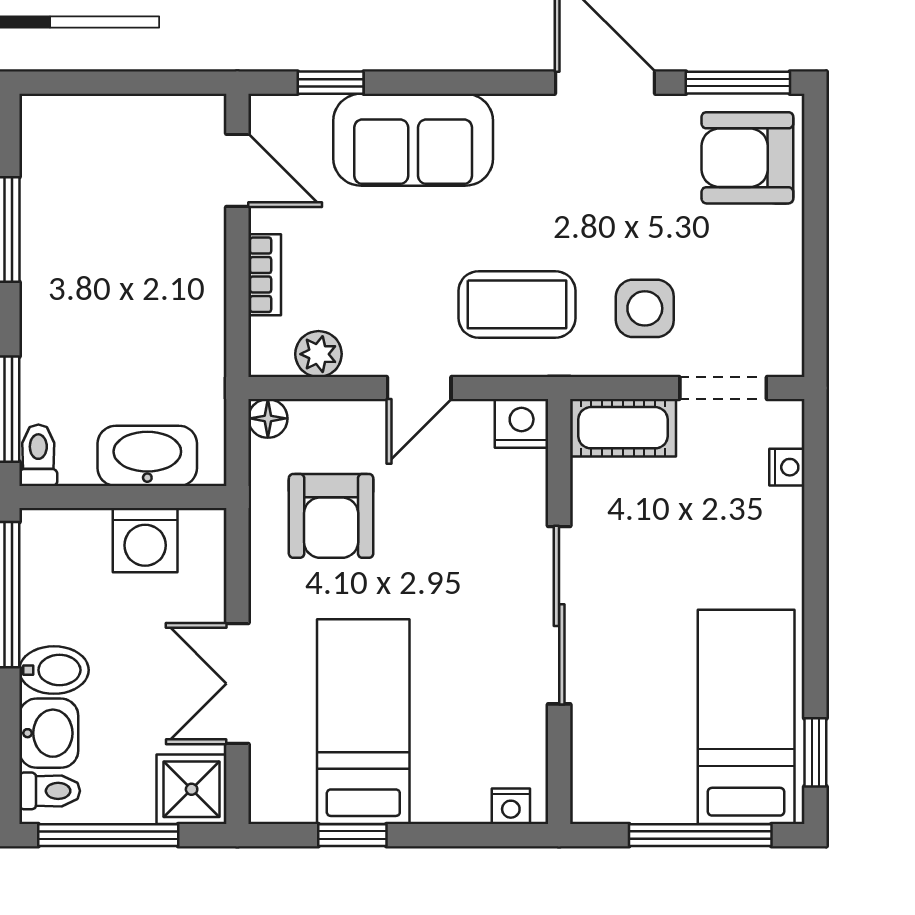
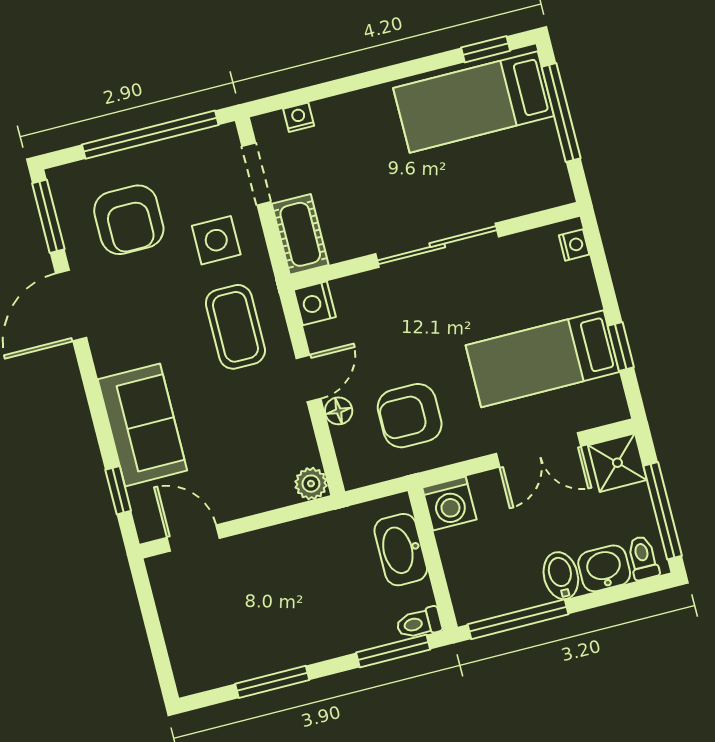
armchair: (747, 158) -> (129, 220), moved
door: (237, 170) -> (193, 538), hinge flipped
window: (815, 254) -> (150, 135), added
bookcase: (265, 275) -> (259, 502), removed
plant: (318, 354) -> (311, 484), moved
door: (419, 388) -> (308, 378), hinge flipped
floor lamp: (268, 418) -> (339, 411), moved
armchair: (331, 516) -> (410, 416), turned 180
washing machine: (145, 540) -> (449, 504), moved, turned 90

